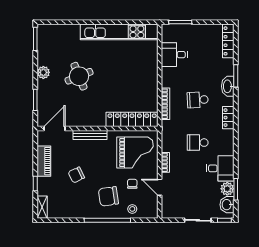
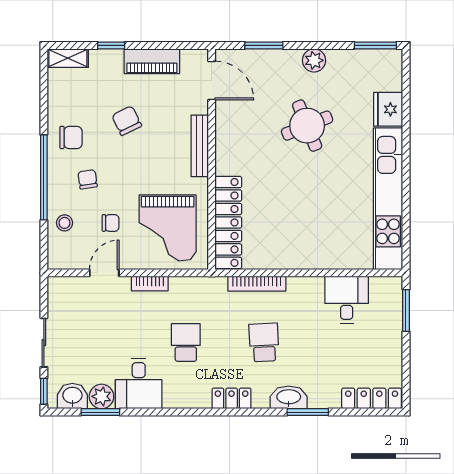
fridge: (70, 32) -> (388, 109), added
chair: (108, 196) -> (88, 179), width x0.54, depth x0.54
chair: (86, 205) -> (71, 137), added

